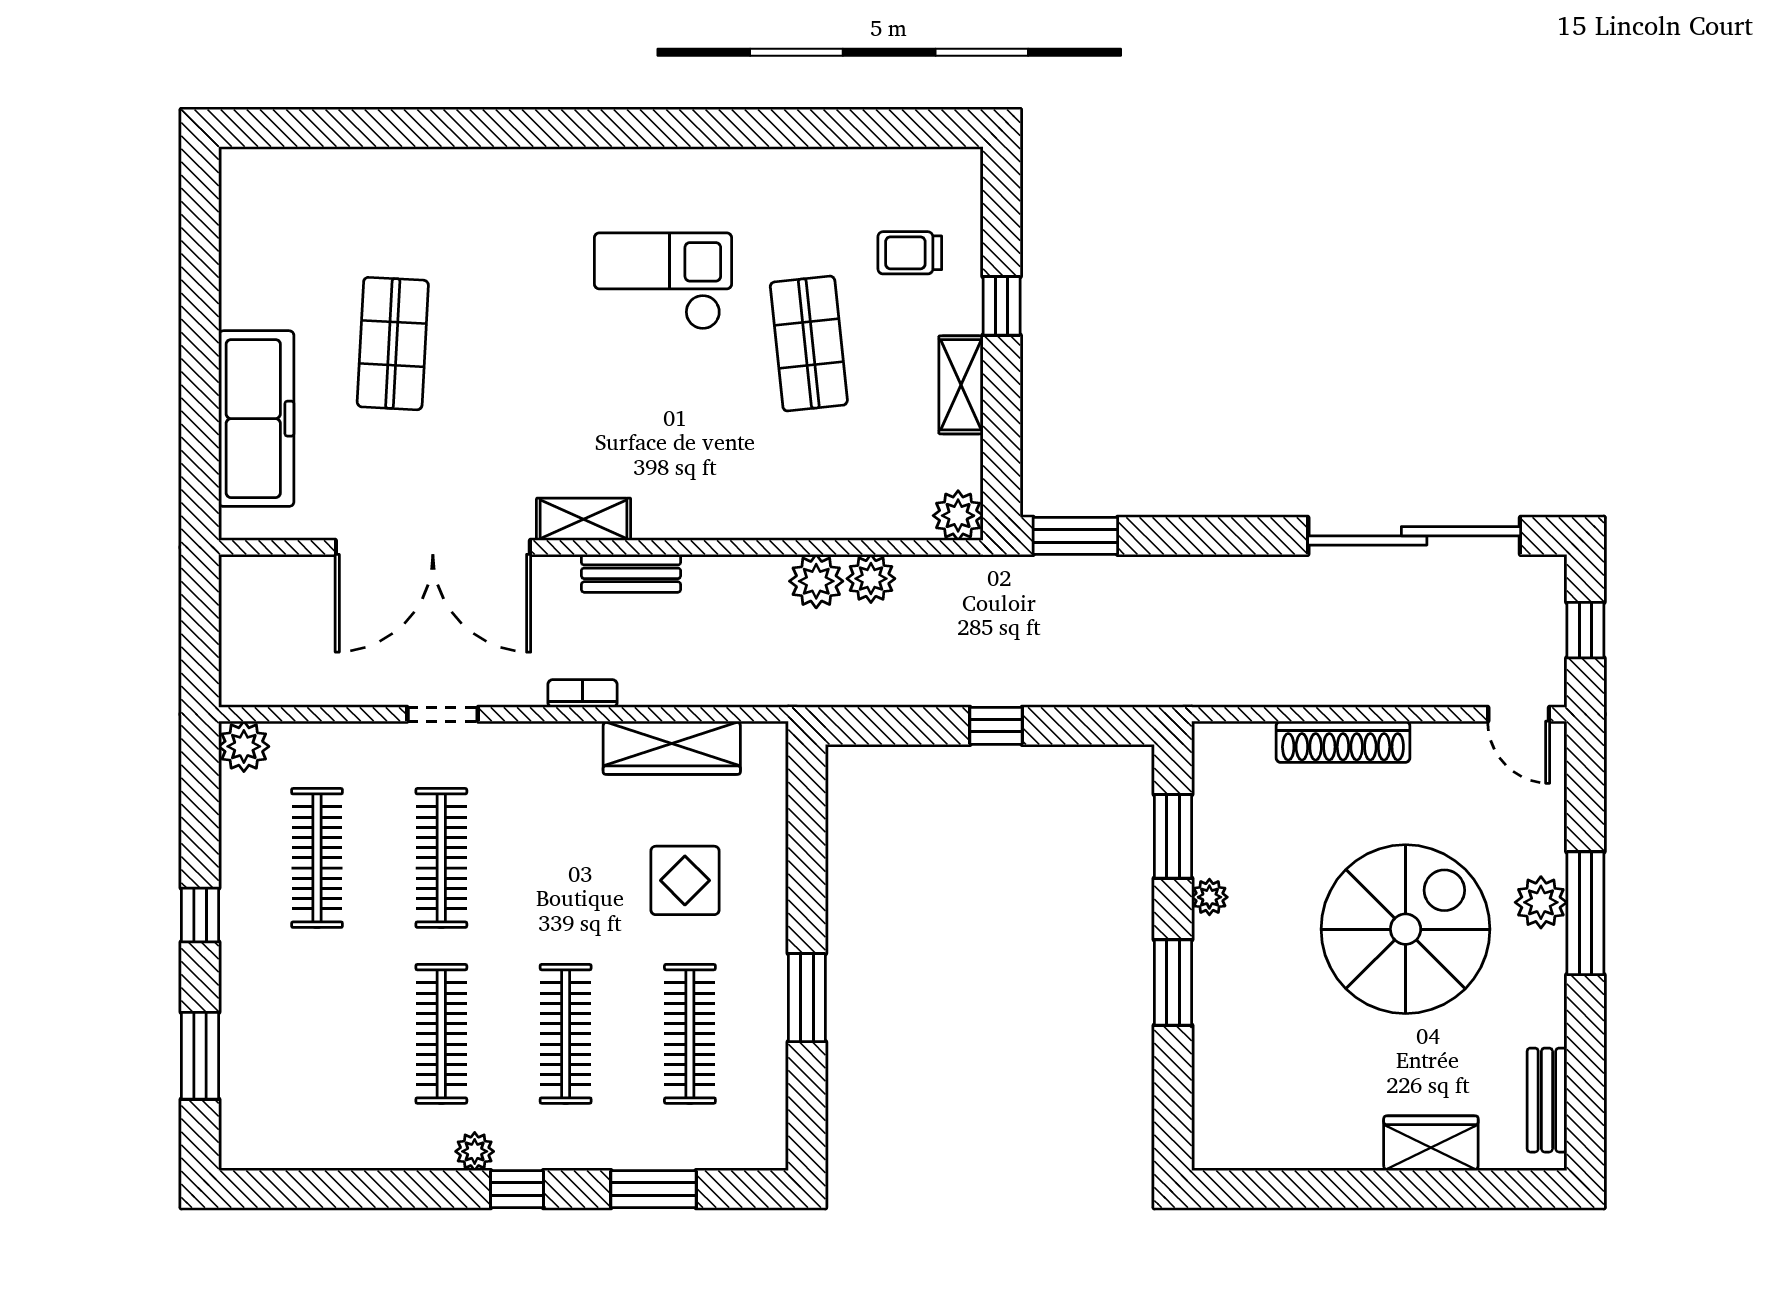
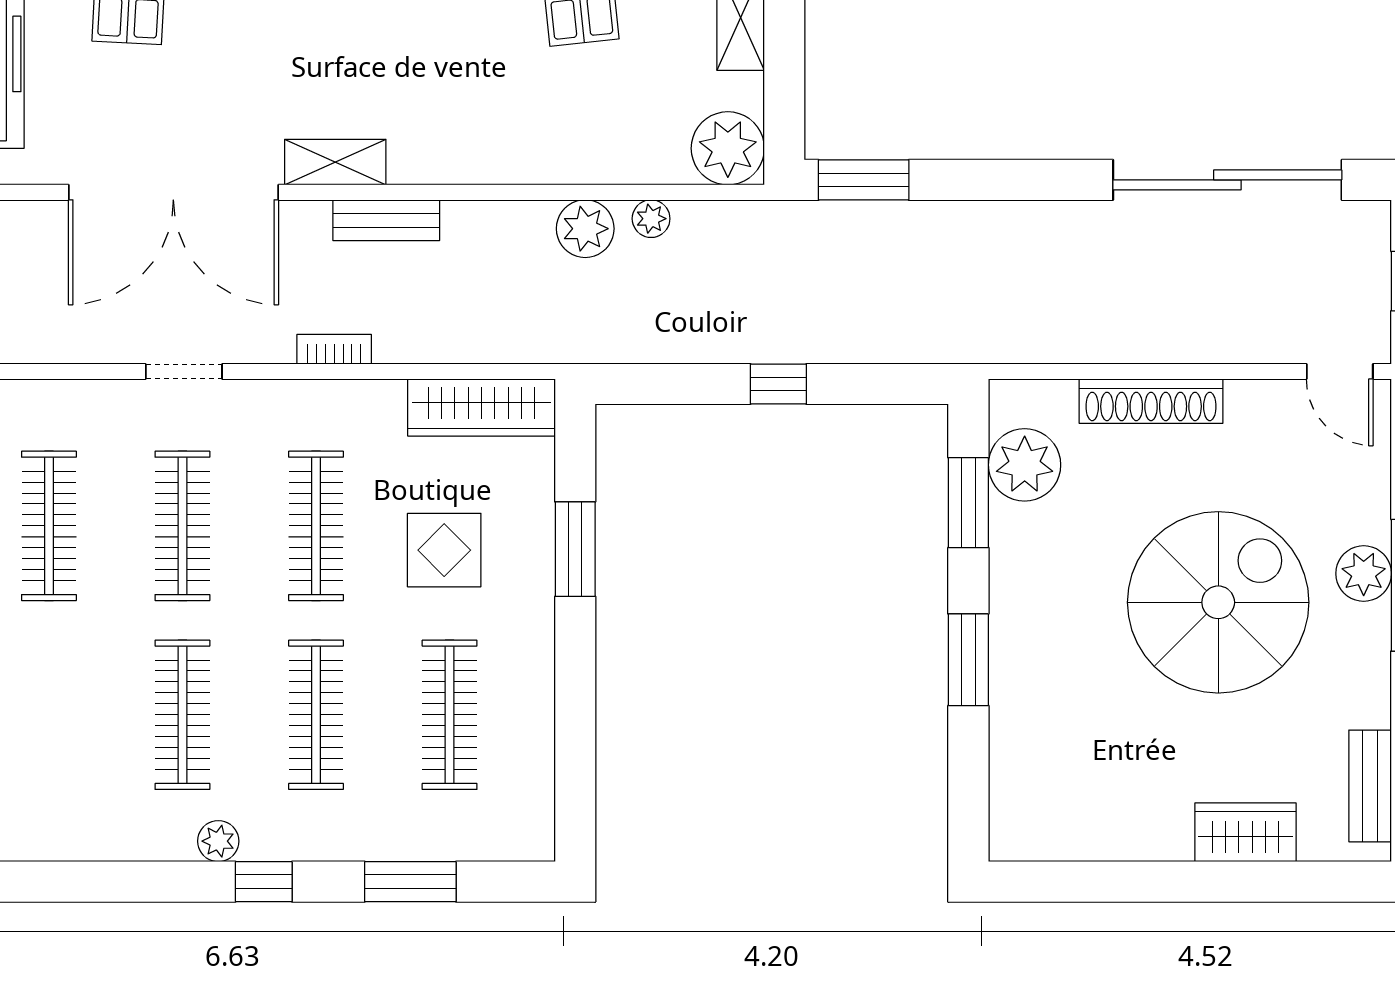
plant: (958, 516) -> (728, 148), width x1.36, depth x1.36
plant: (871, 579) -> (651, 219), width x0.73, depth x0.73
wardrobe: (672, 748) -> (482, 407), moved
clothes rail: (566, 858) -> (316, 526), added
plant: (1209, 897) -> (1025, 465), moved, width x1.87, depth x1.87
window: (807, 998) -> (575, 549), moved

